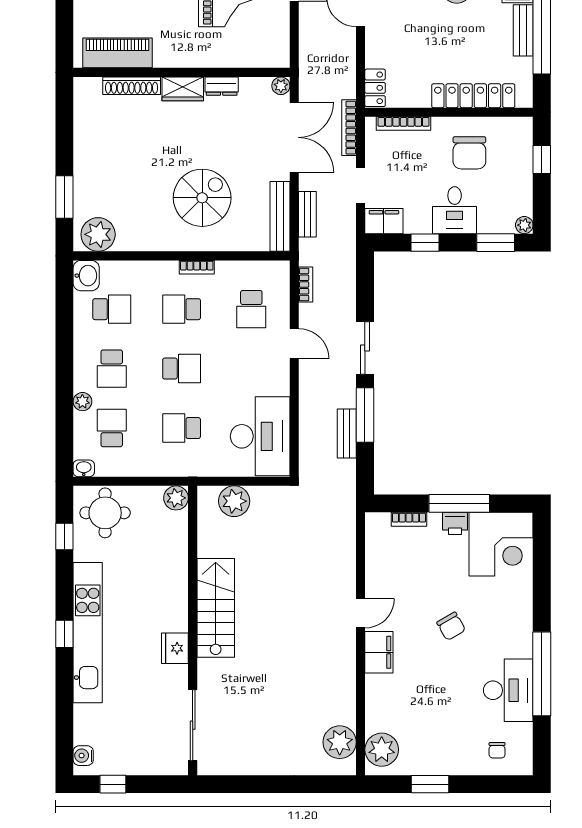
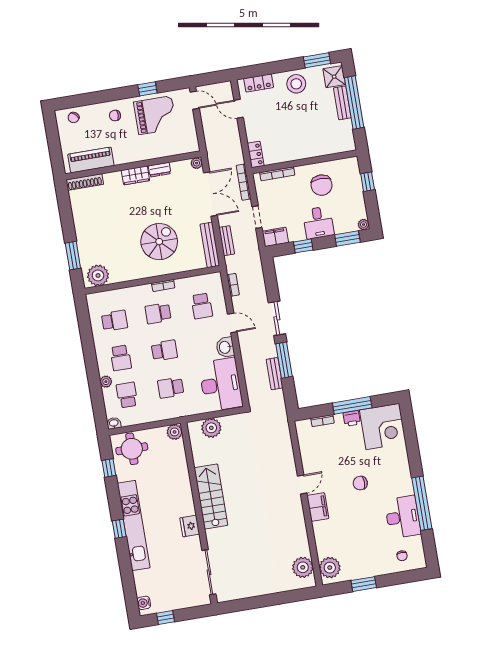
shoe rack: (132, 86) -> (85, 182), moved
locker: (473, 96) -> (318, 149), removed
washbasin: (86, 276) -> (225, 347), moved, turned 180
chair: (451, 626) -> (360, 483), turned 120

